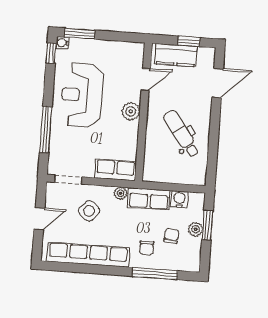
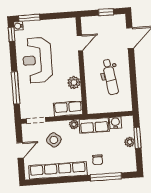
kitchen counter: (176, 55) -> (98, 23), removed
plant: (131, 111) -> (74, 82), moved
dental chair: (182, 134) -> (110, 77), turned -153
chair: (171, 236) -> (114, 149), removed

